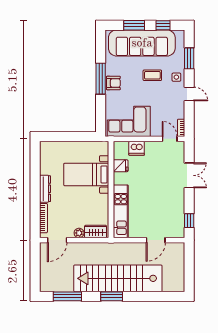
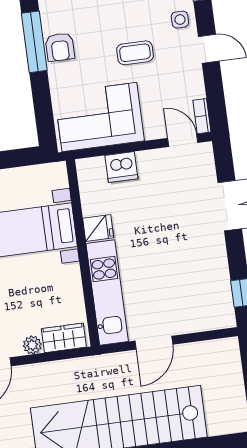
coffee table: (152, 75) -> (135, 53), moved
armchair: (113, 83) -> (60, 47), turned 90
fridge: (121, 166) -> (98, 228), moved
door: (156, 240) -> (154, 343), moved

